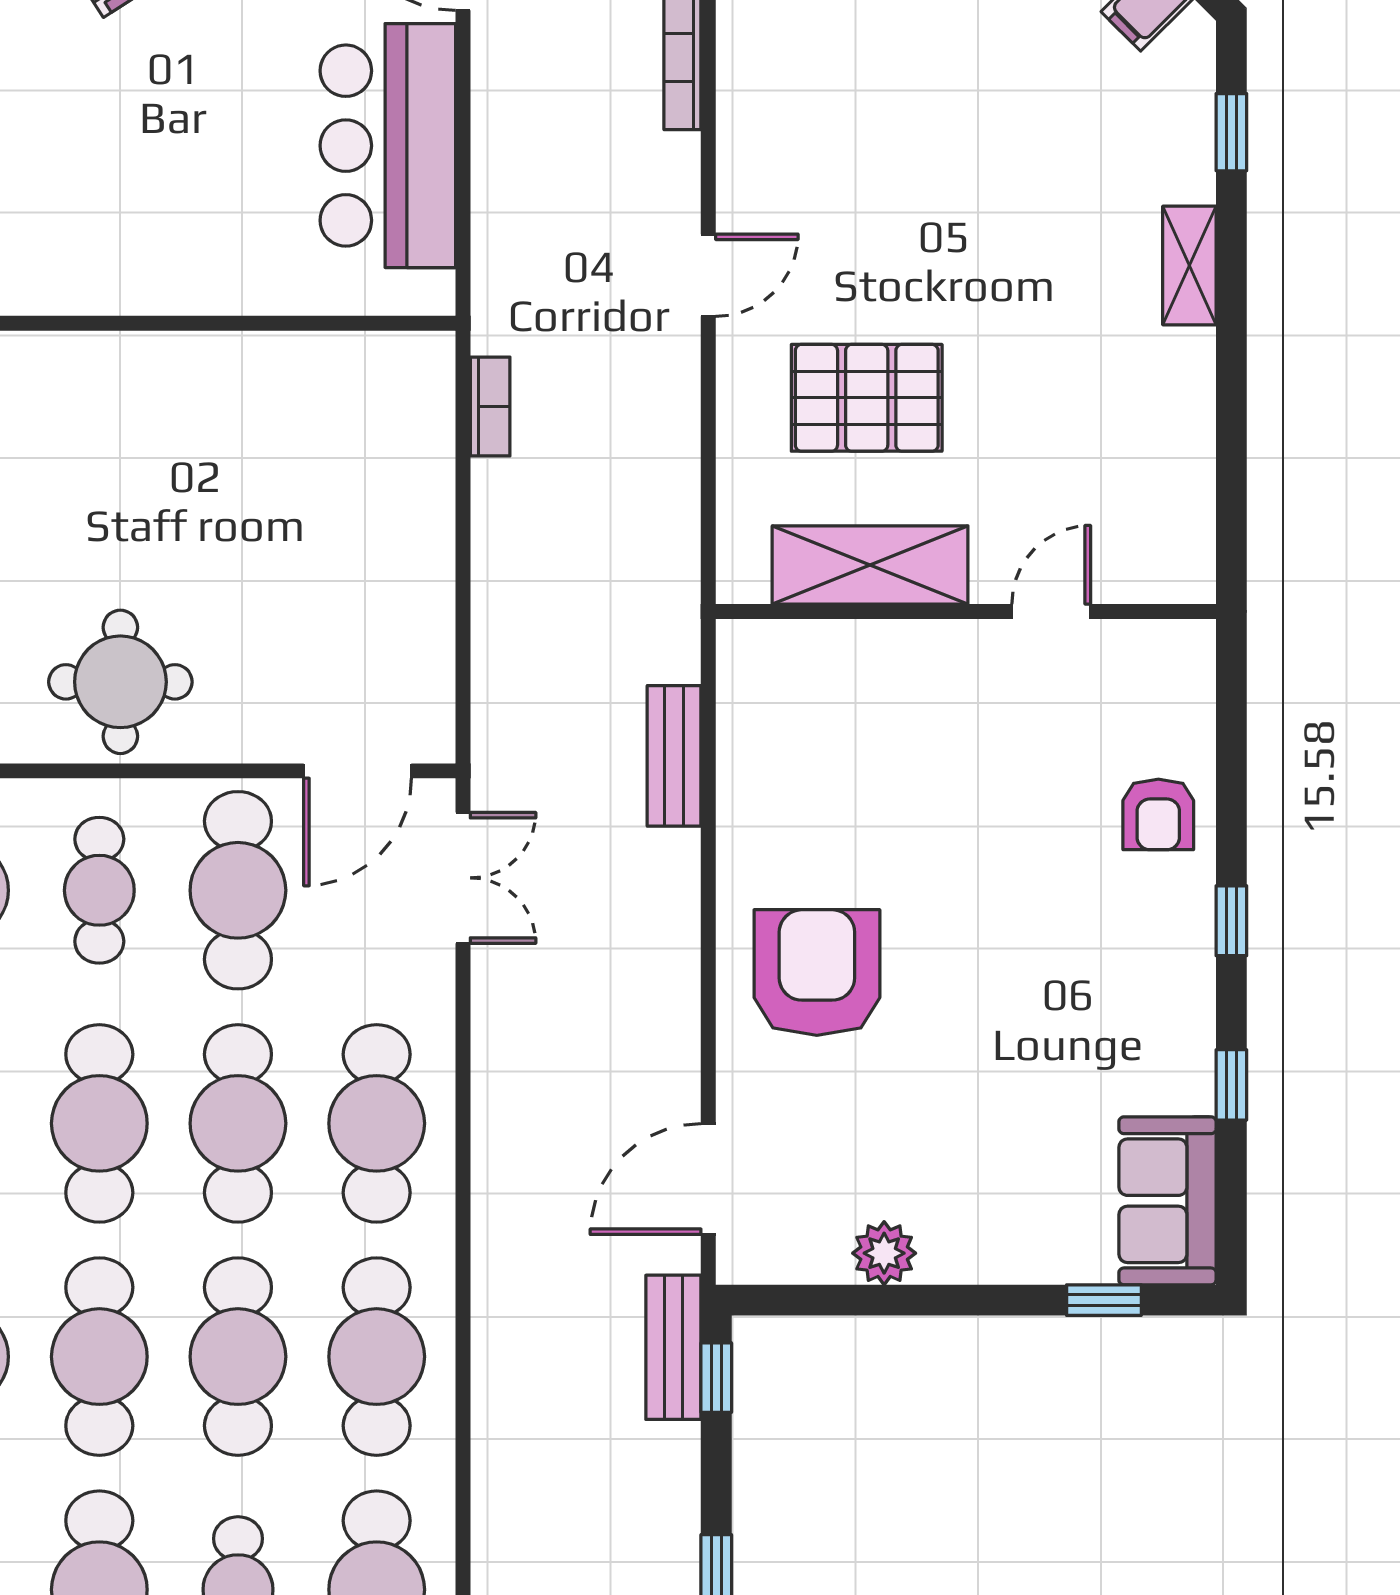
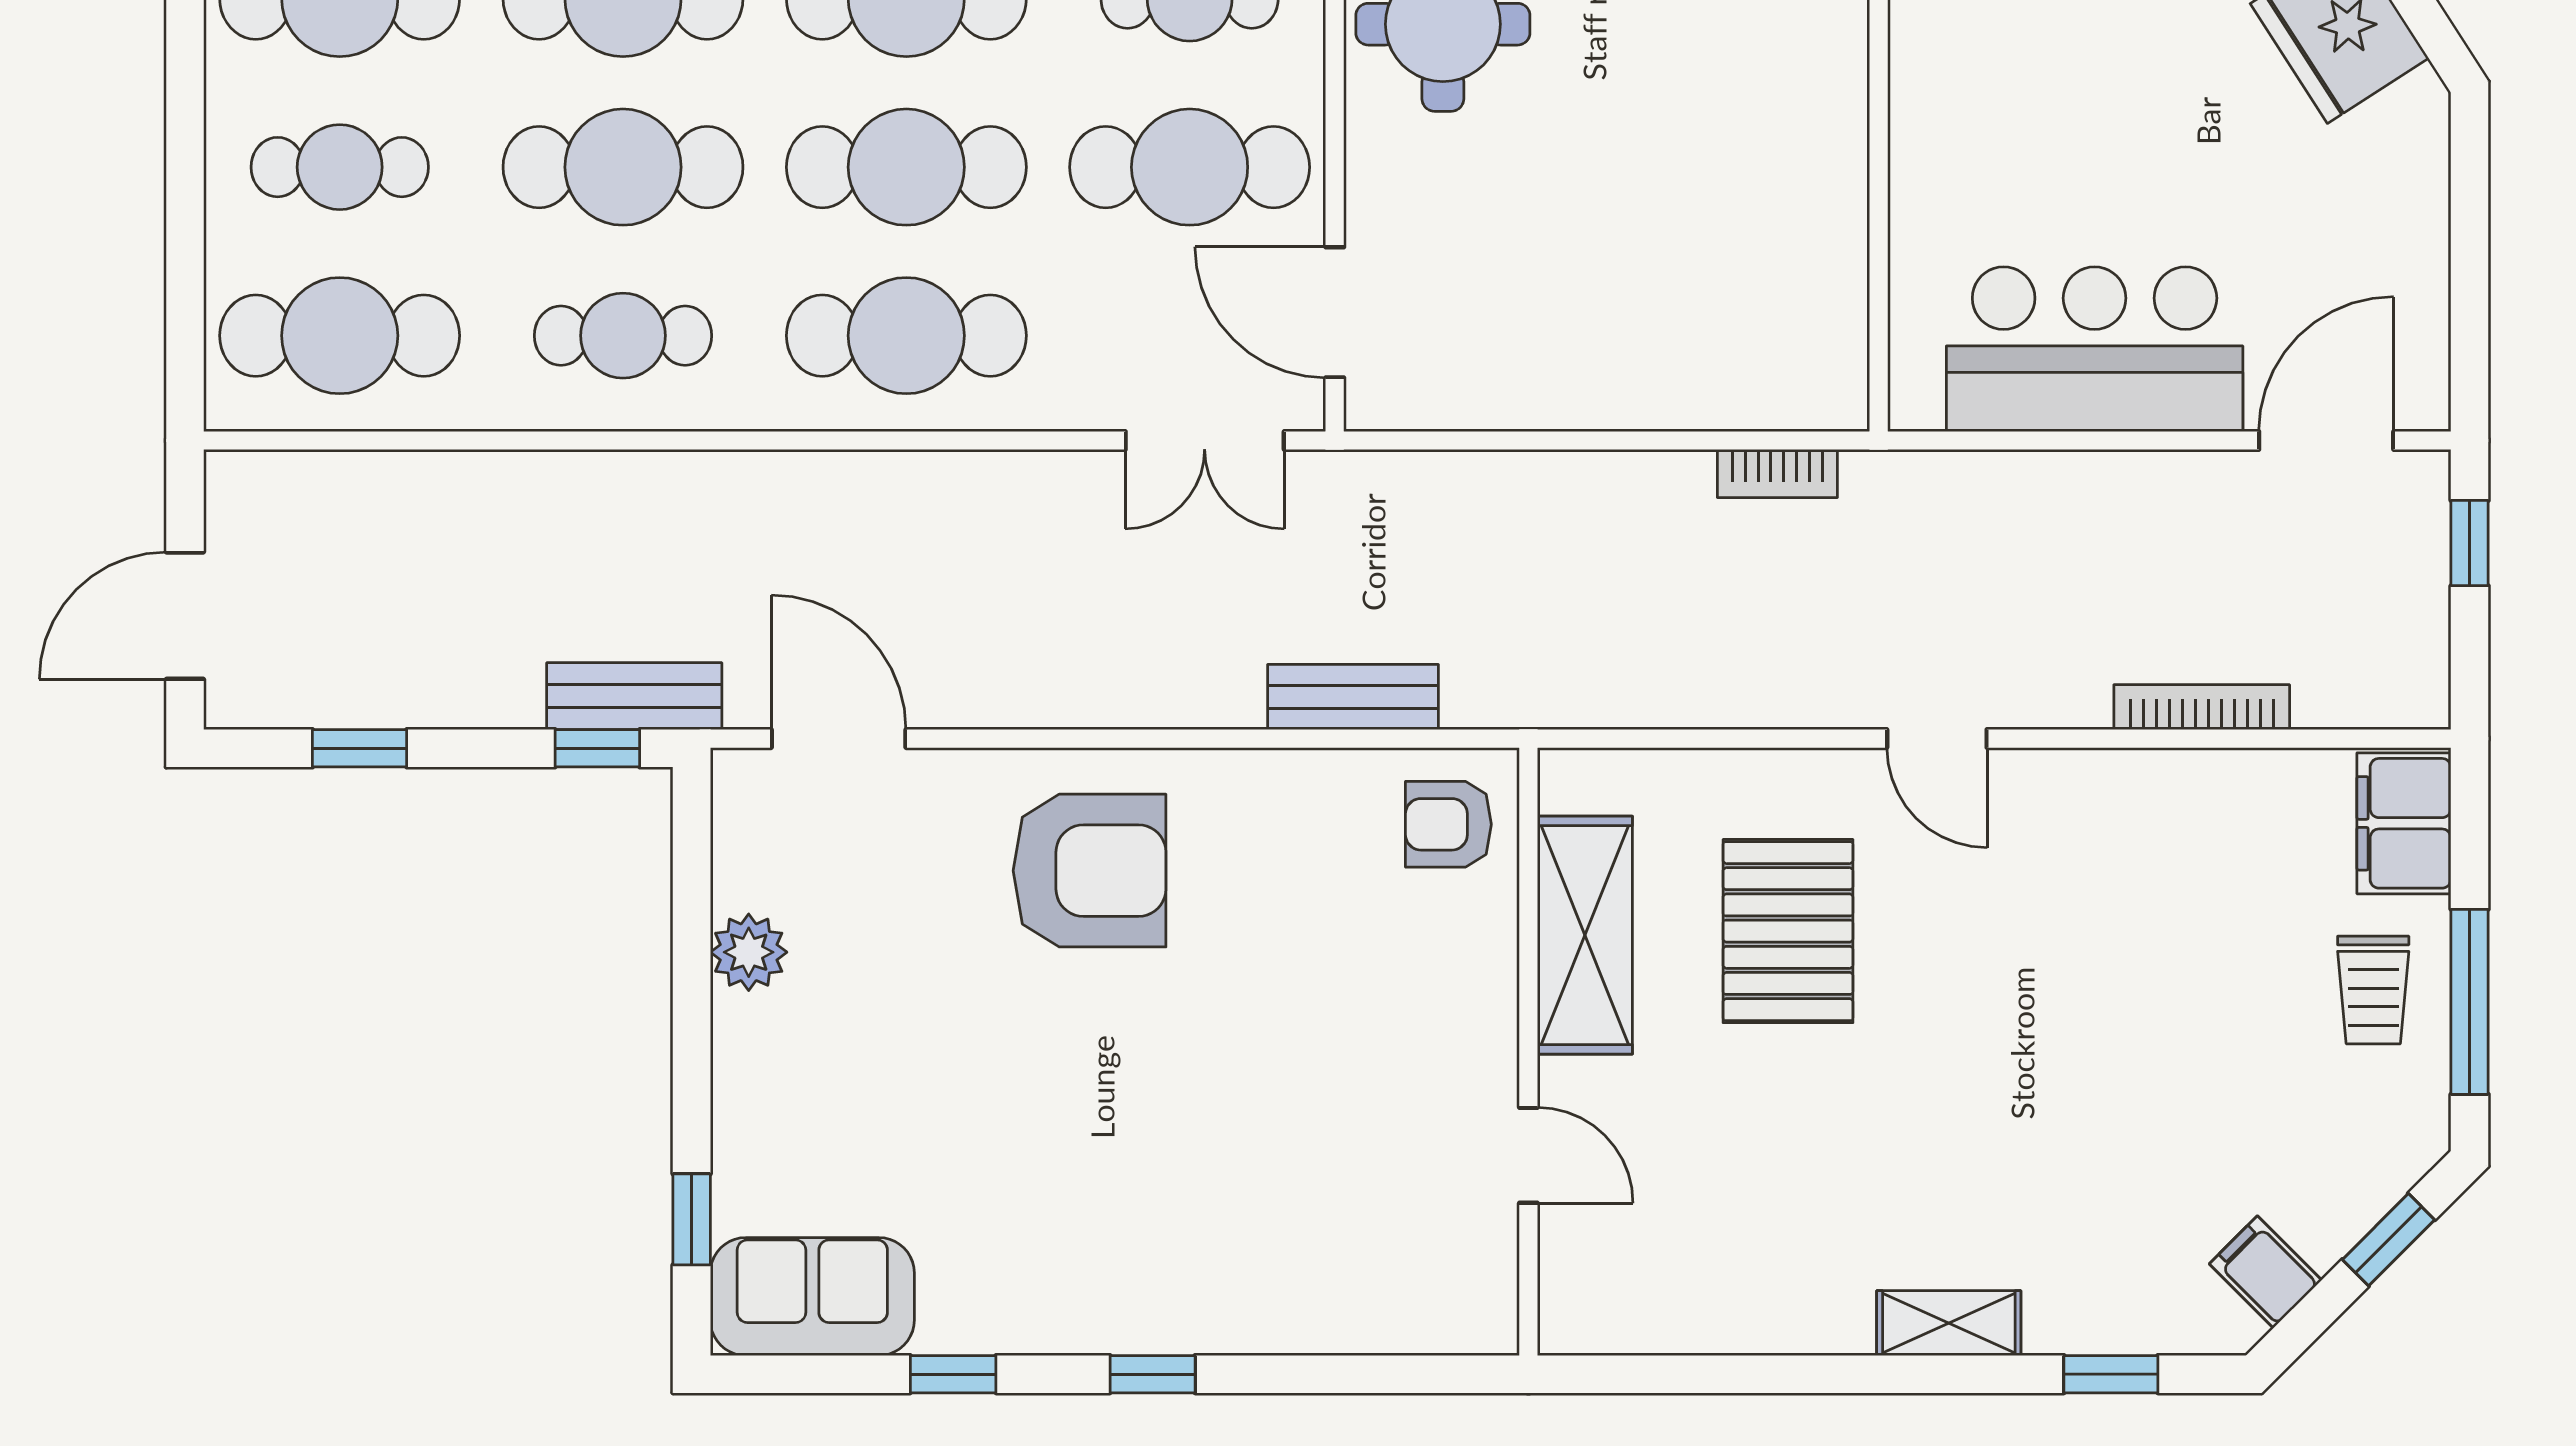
armchair: (1158, 814) -> (1448, 824), moved
cafe table: (377, 1357) -> (623, 336), width x0.73, depth x0.74

